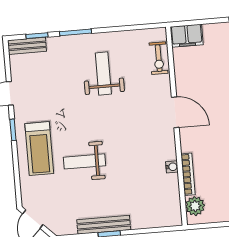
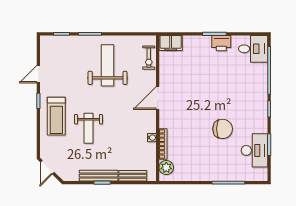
bench: (27, 46) -> (133, 176), moved
weight bench: (103, 74) -> (108, 65), width x1.36, depth x1.33
door: (175, 112) -> (158, 98), swing flipped
weight bench: (84, 161) -> (88, 128), turned -90

